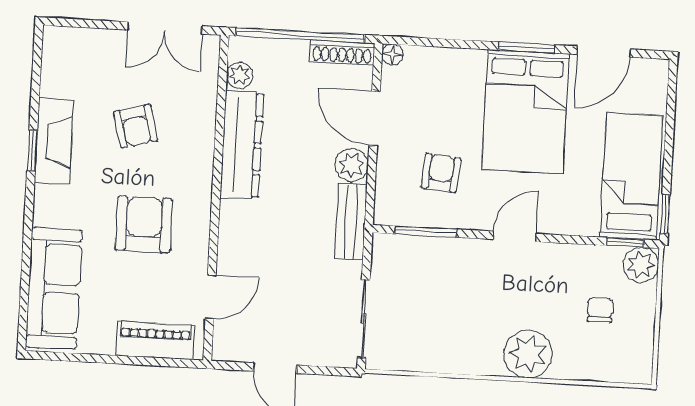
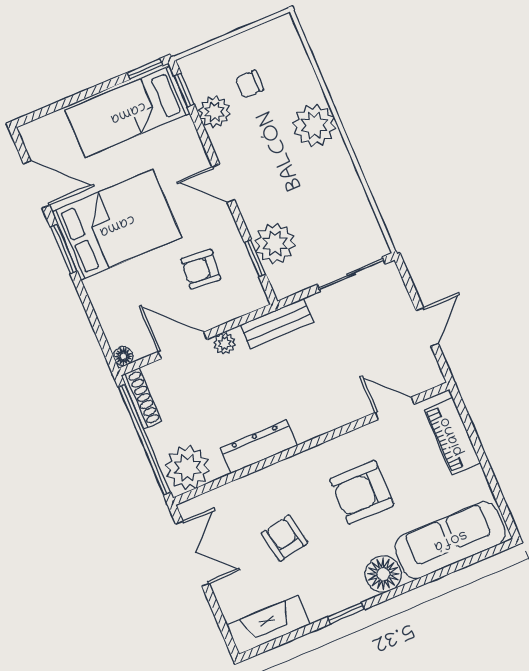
plant: (240, 75) -> (188, 468), width x1.88, depth x1.88
door: (375, 118) -> (183, 345), swing flipped
armchair: (136, 126) -> (284, 538), turned -86
fireplace: (54, 141) -> (268, 625), moved
dresser: (242, 145) -> (259, 447), width x0.73, depth x0.80
plant: (352, 165) -> (225, 343), width x0.73, depth x0.73
floor lamp: (53, 206) -> (383, 574), added
window: (426, 232) -> (255, 258), width x0.67
plant: (431, 258) -> (275, 243), added
plant: (641, 265) -> (215, 112), moved

